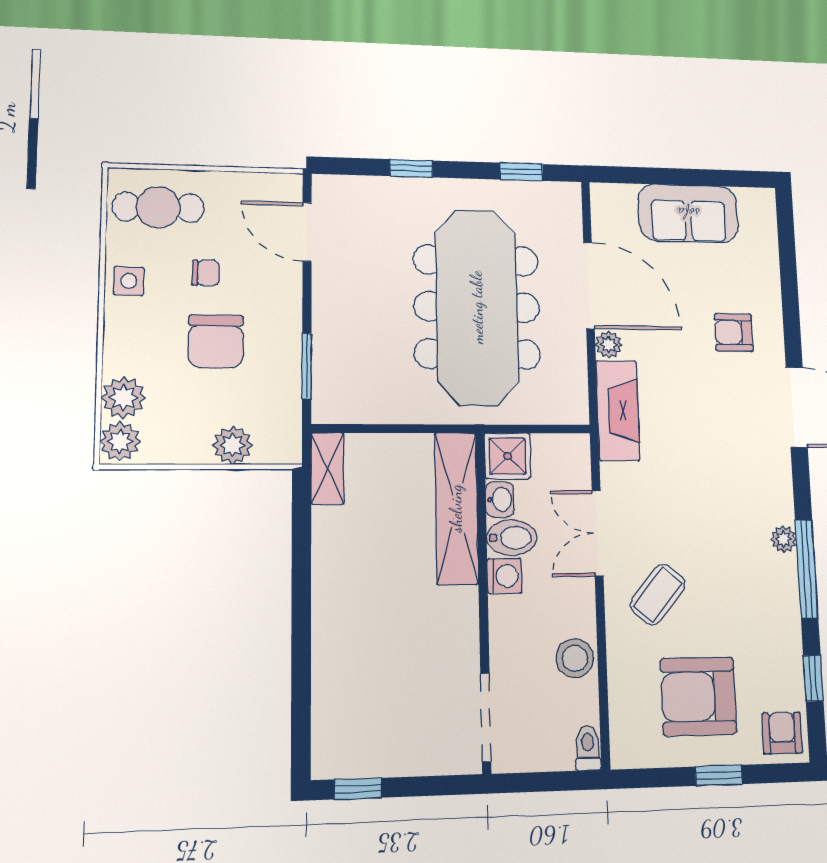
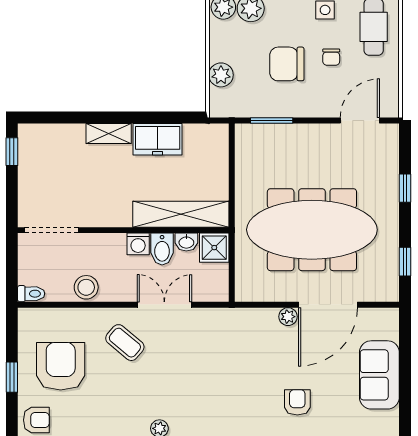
fireplace: (618, 410) -> (244, 321), removed
shelving: (328, 468) -> (109, 133), moved
freezer: (337, 547) -> (158, 139), added

